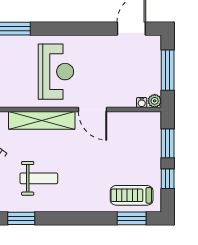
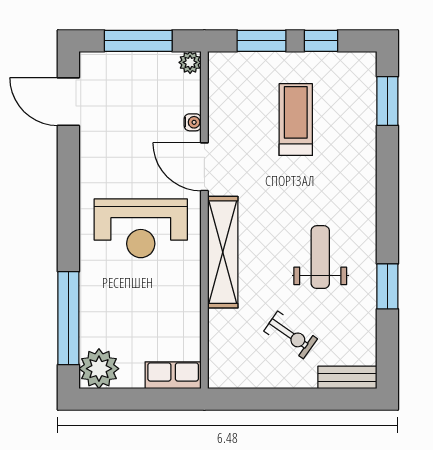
reception desk: (56, 72) -> (141, 228), turned 180
water cooler: (142, 102) -> (193, 122), moved
door: (93, 109) -> (204, 167), swing flipped
treadmill: (132, 195) -> (296, 120), moved, turned 180

